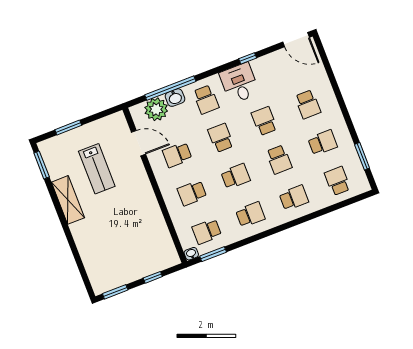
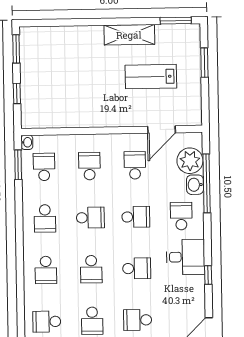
school desk: (206, 100) -> (181, 216), turned 90
school desk: (279, 159) -> (91, 269), turned -90
school desk: (236, 176) -> (90, 218), turned -90
school desk: (337, 181) -> (47, 322), turned 180

